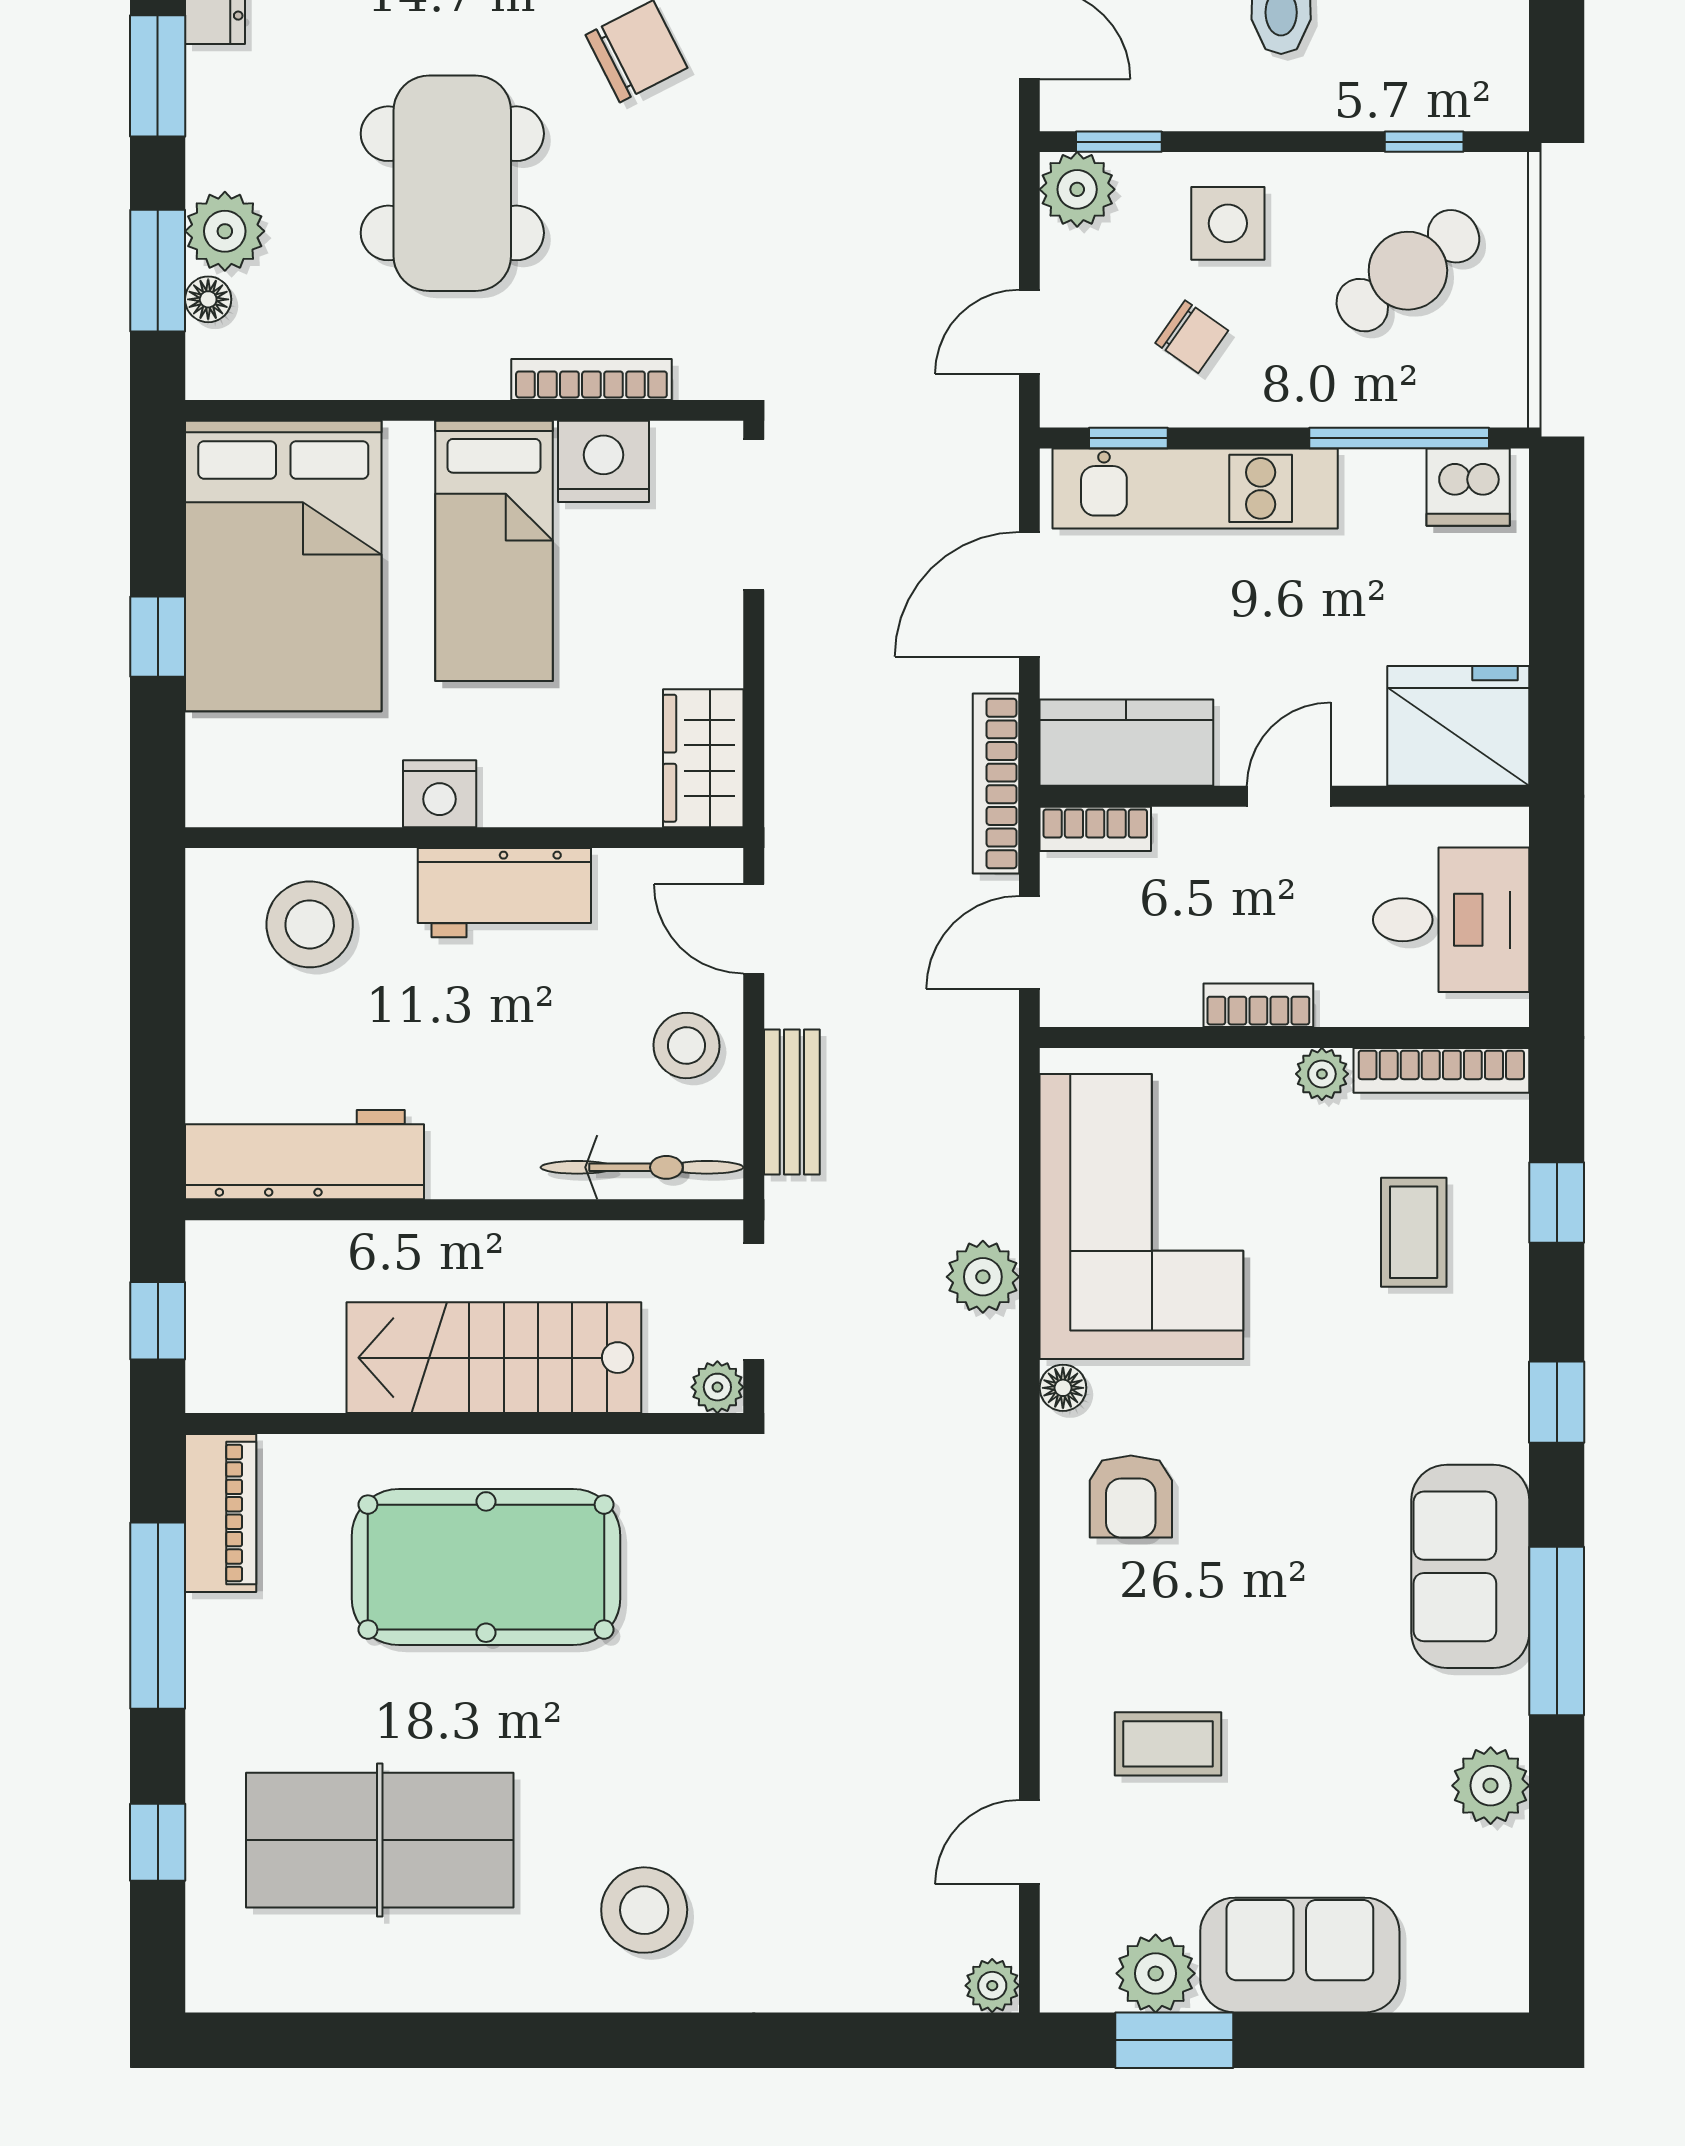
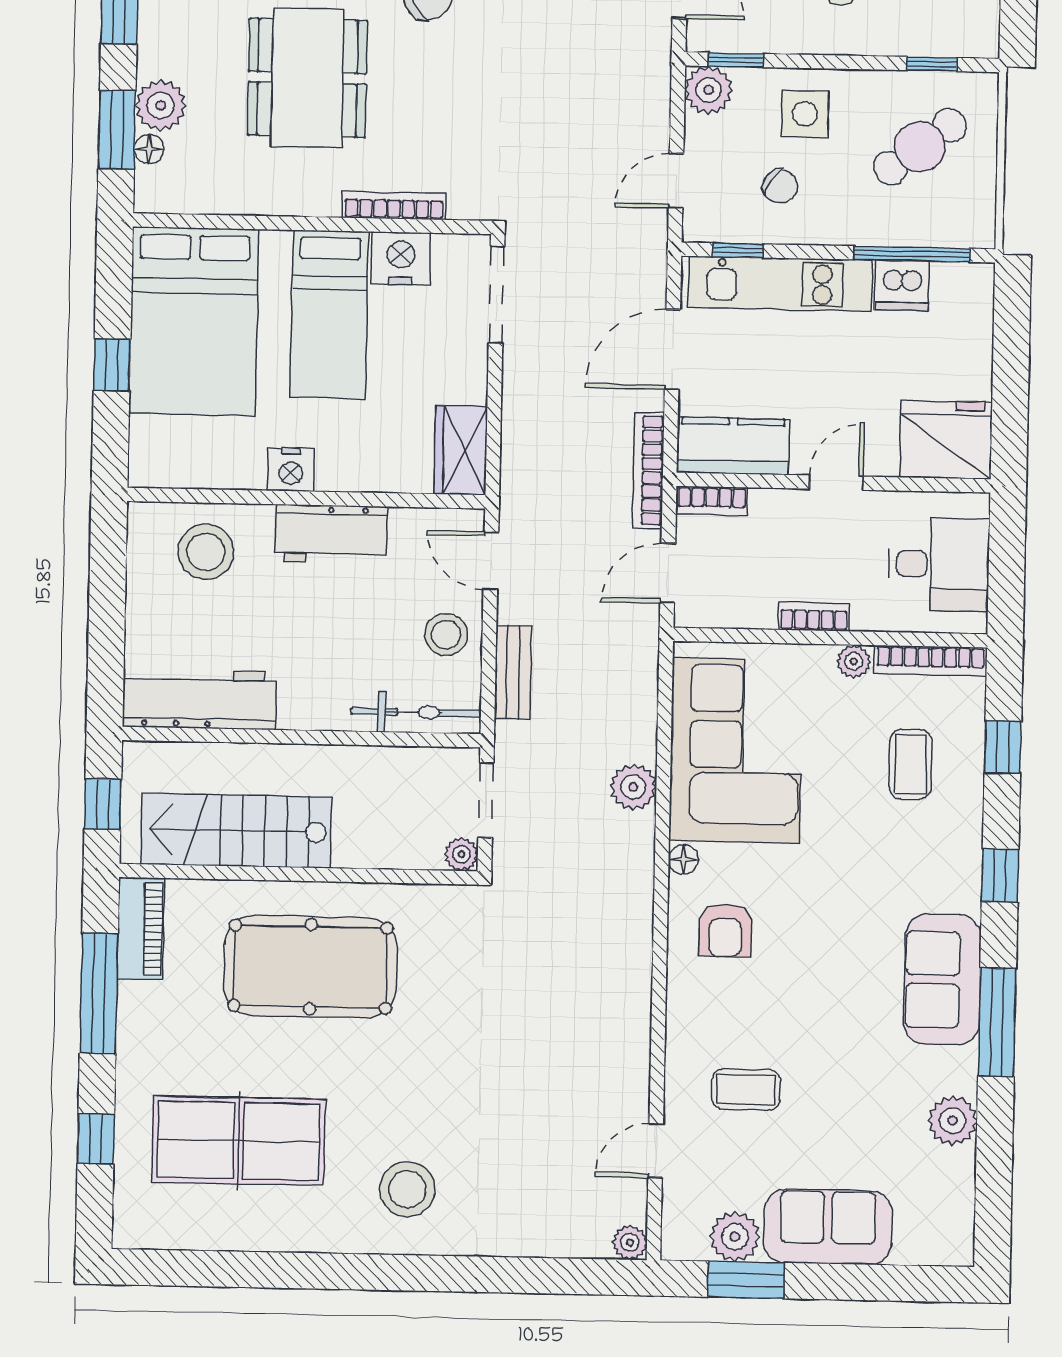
dishwasher: (1468, 487) -> (902, 285), moved
stairs: (494, 1358) -> (237, 831), moved

